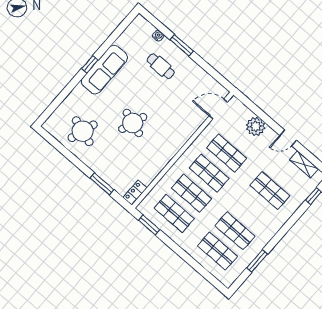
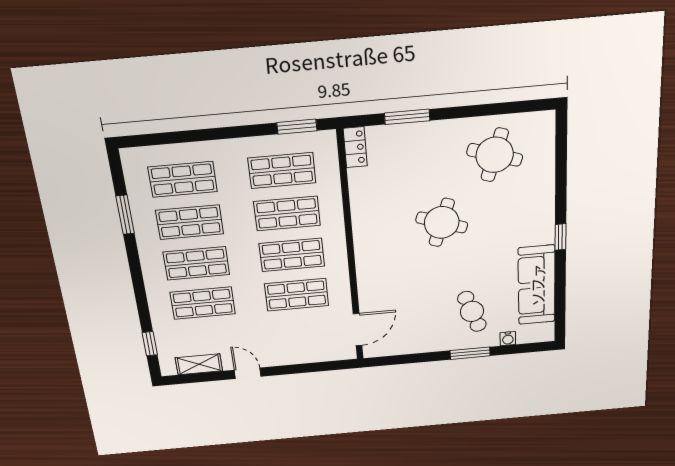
cafe table: (161, 66) -> (472, 311), turned 70
sofa: (104, 70) -> (537, 285), moved
plant: (256, 126) -> (296, 351), removed
door: (288, 138) -> (248, 373), hinge flipped
shop shelf: (252, 211) -> (196, 263), added

